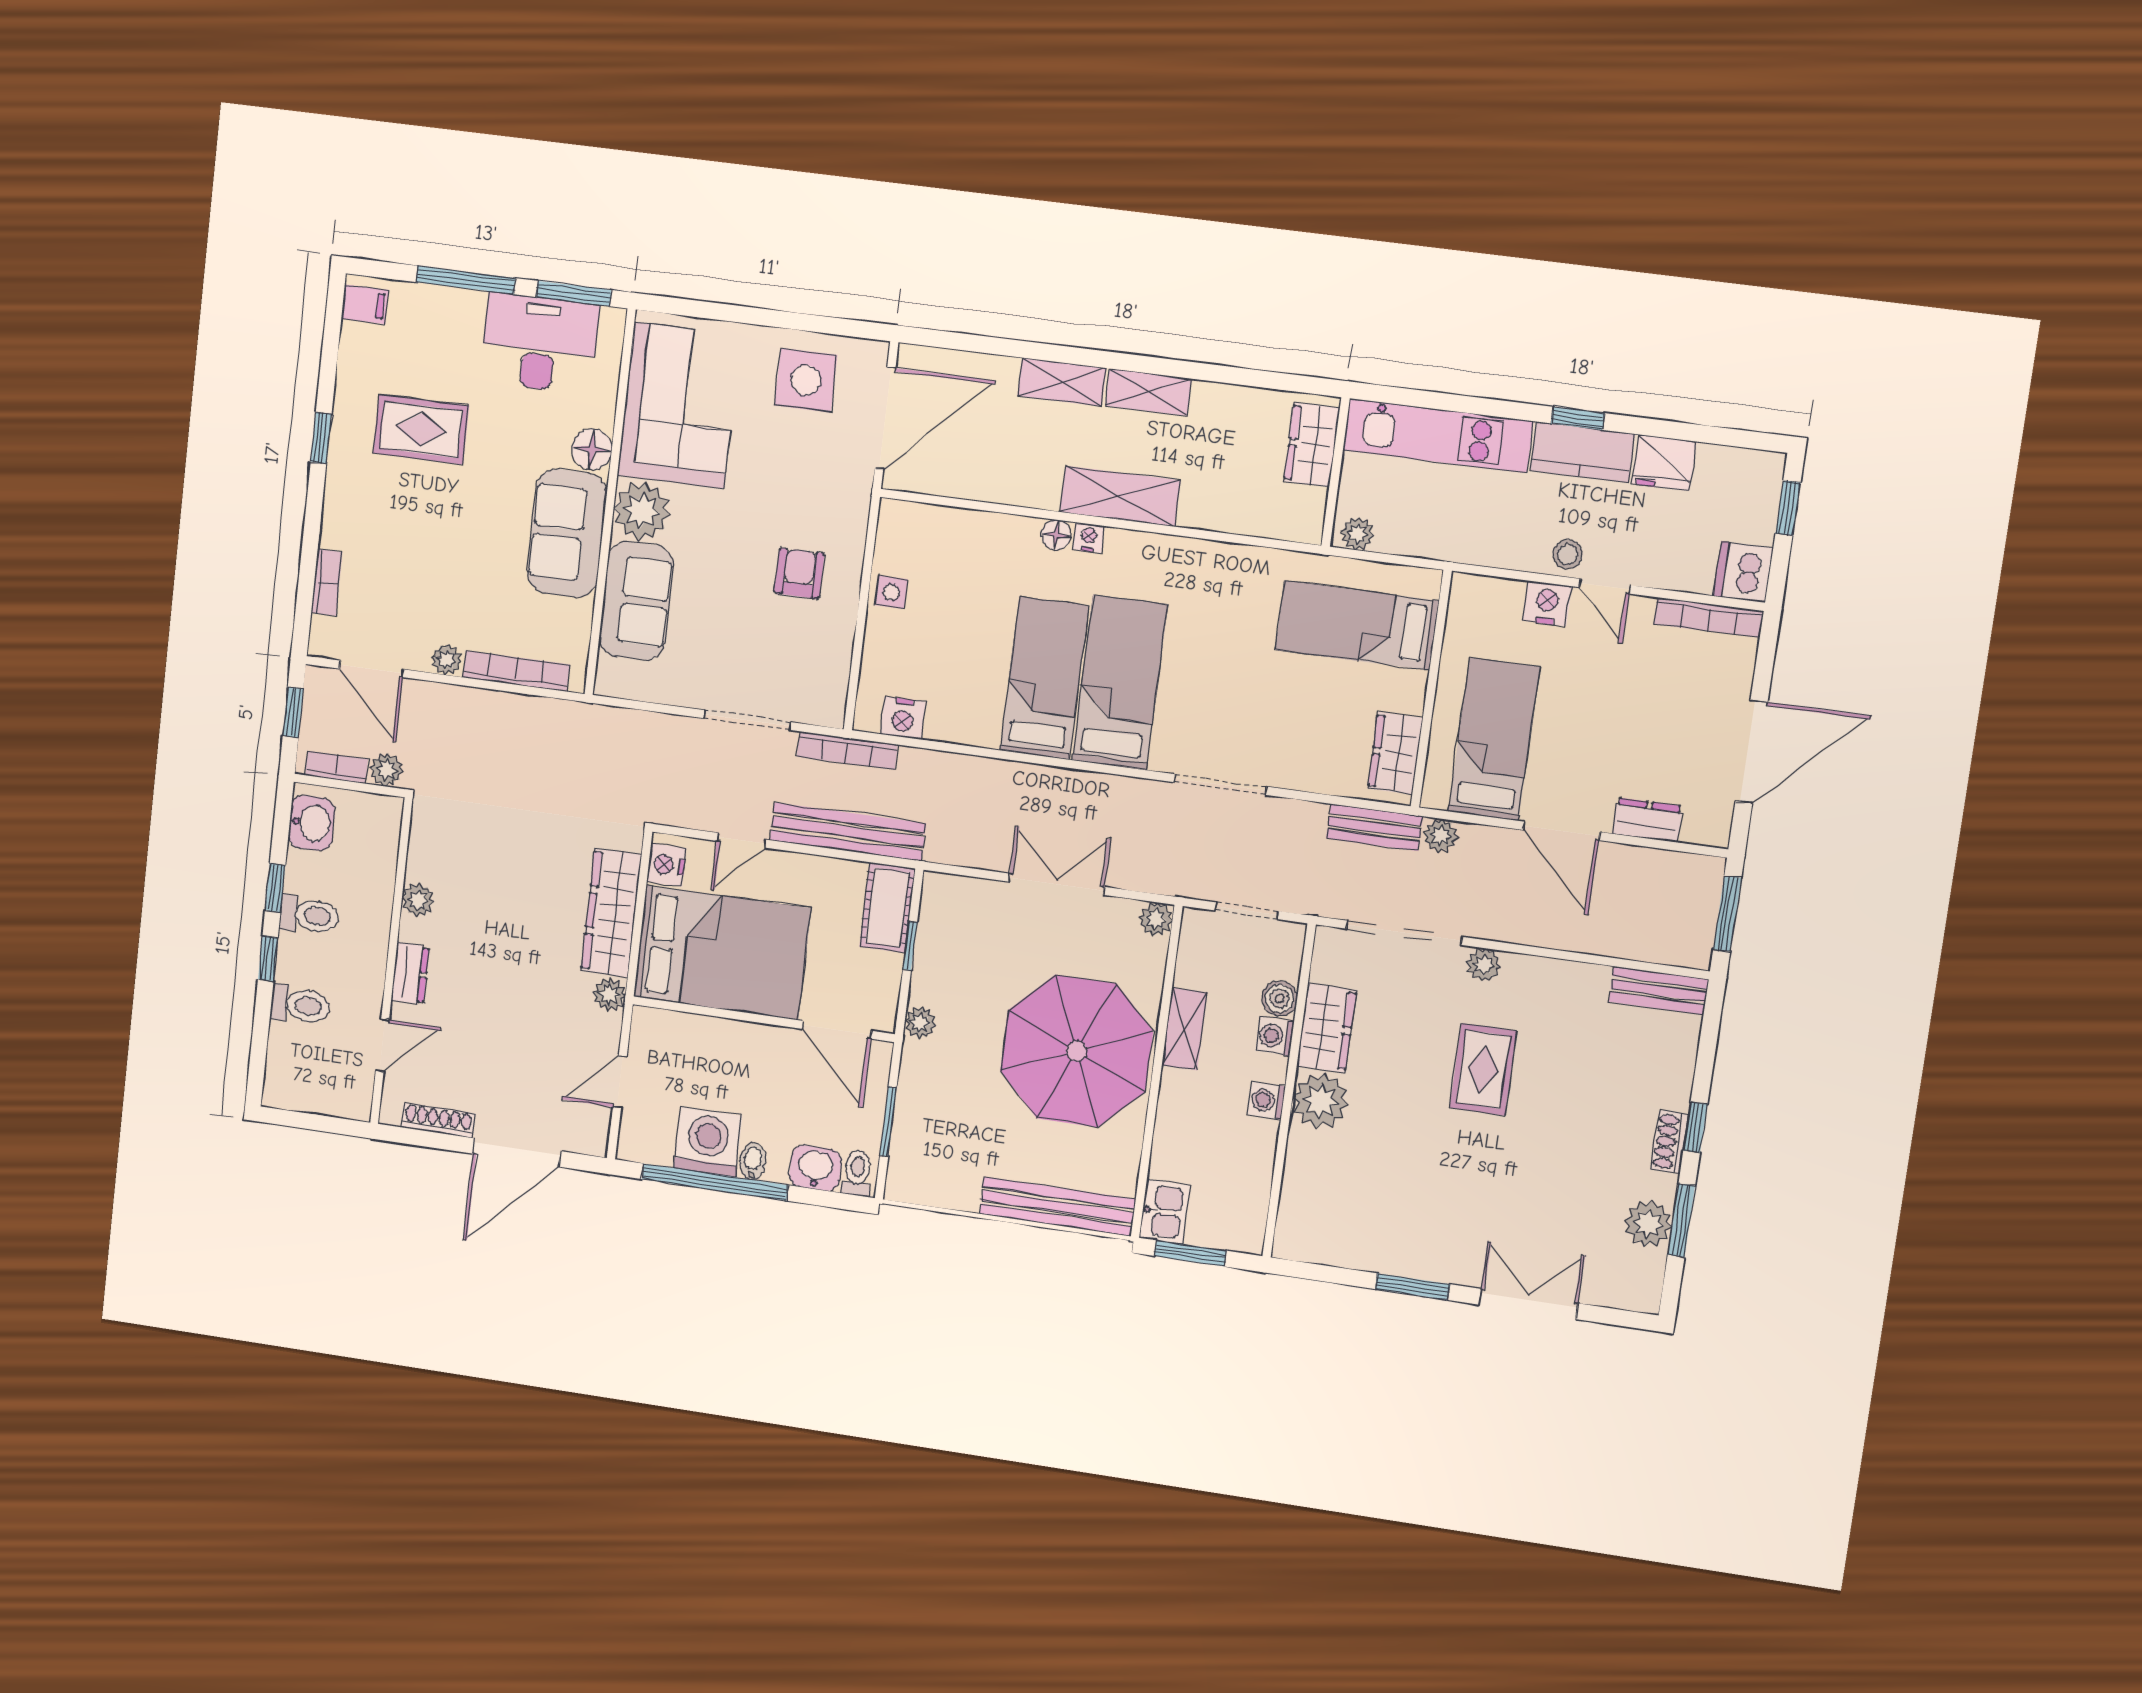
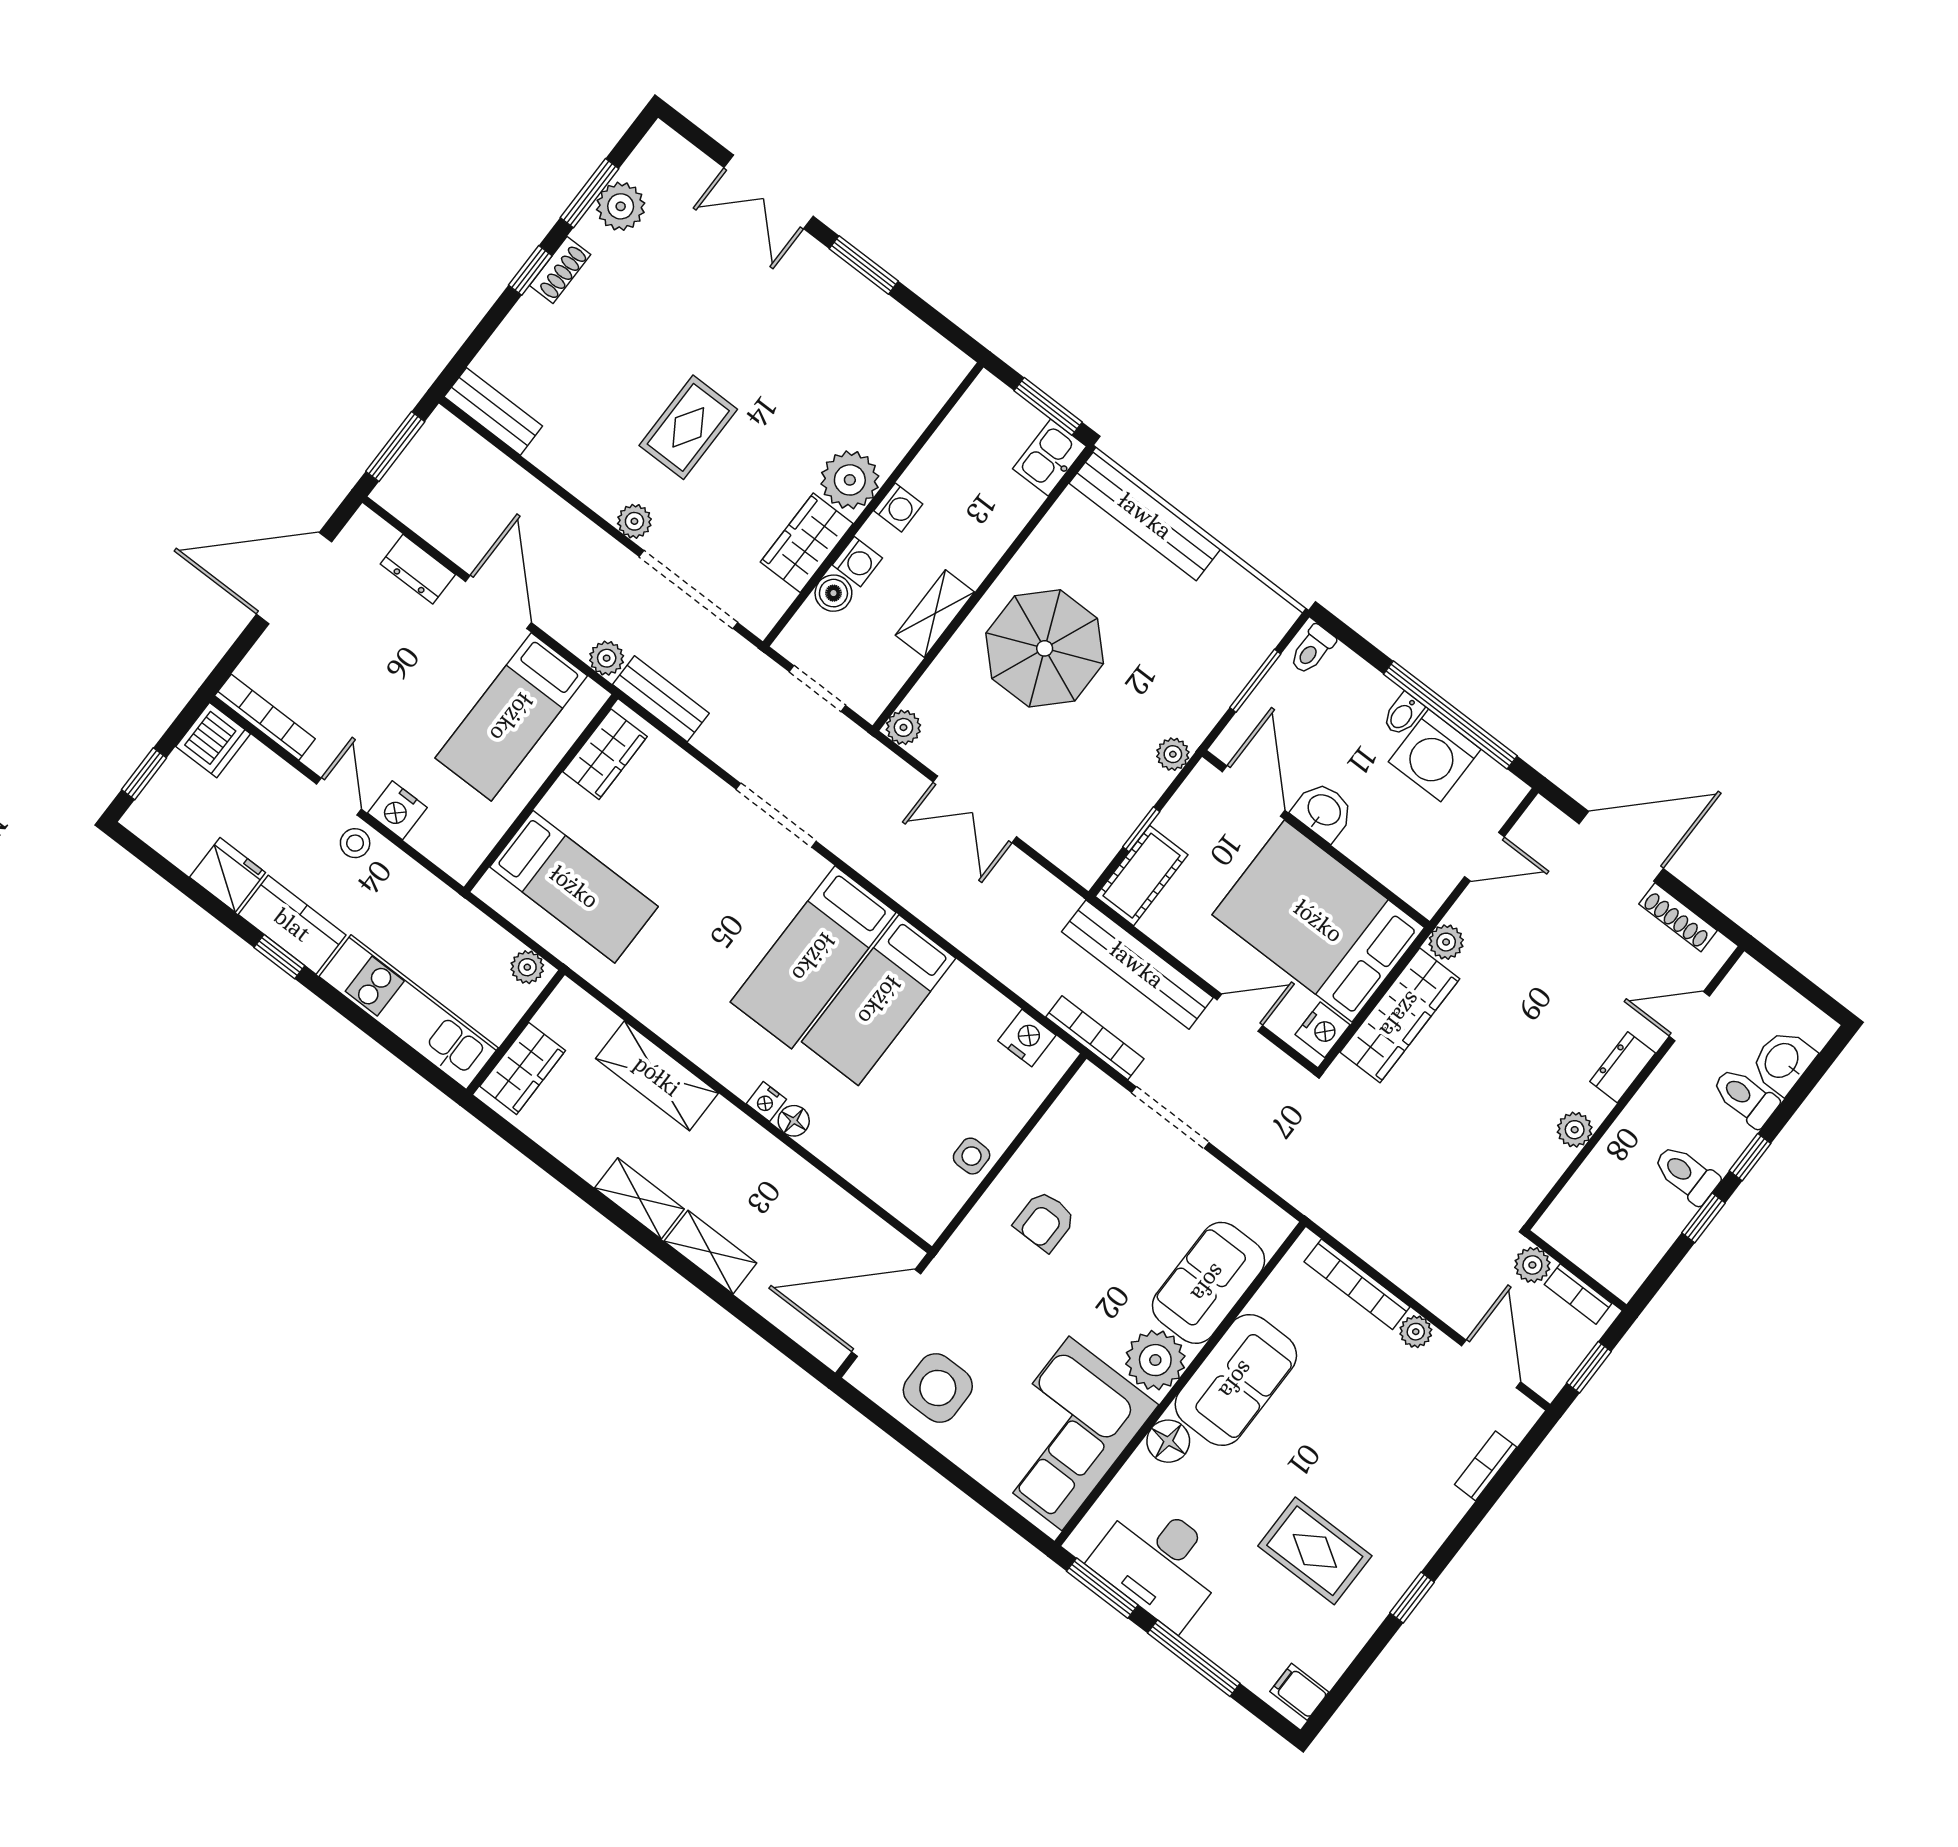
shelving: (1120, 496) -> (657, 1076), moved
washbasin: (312, 823) -> (1783, 1061), moved
parasol: (1077, 1051) -> (1045, 648), width x0.73, depth x0.73
washbasin: (815, 1168) -> (1323, 811), moved, turned 180

